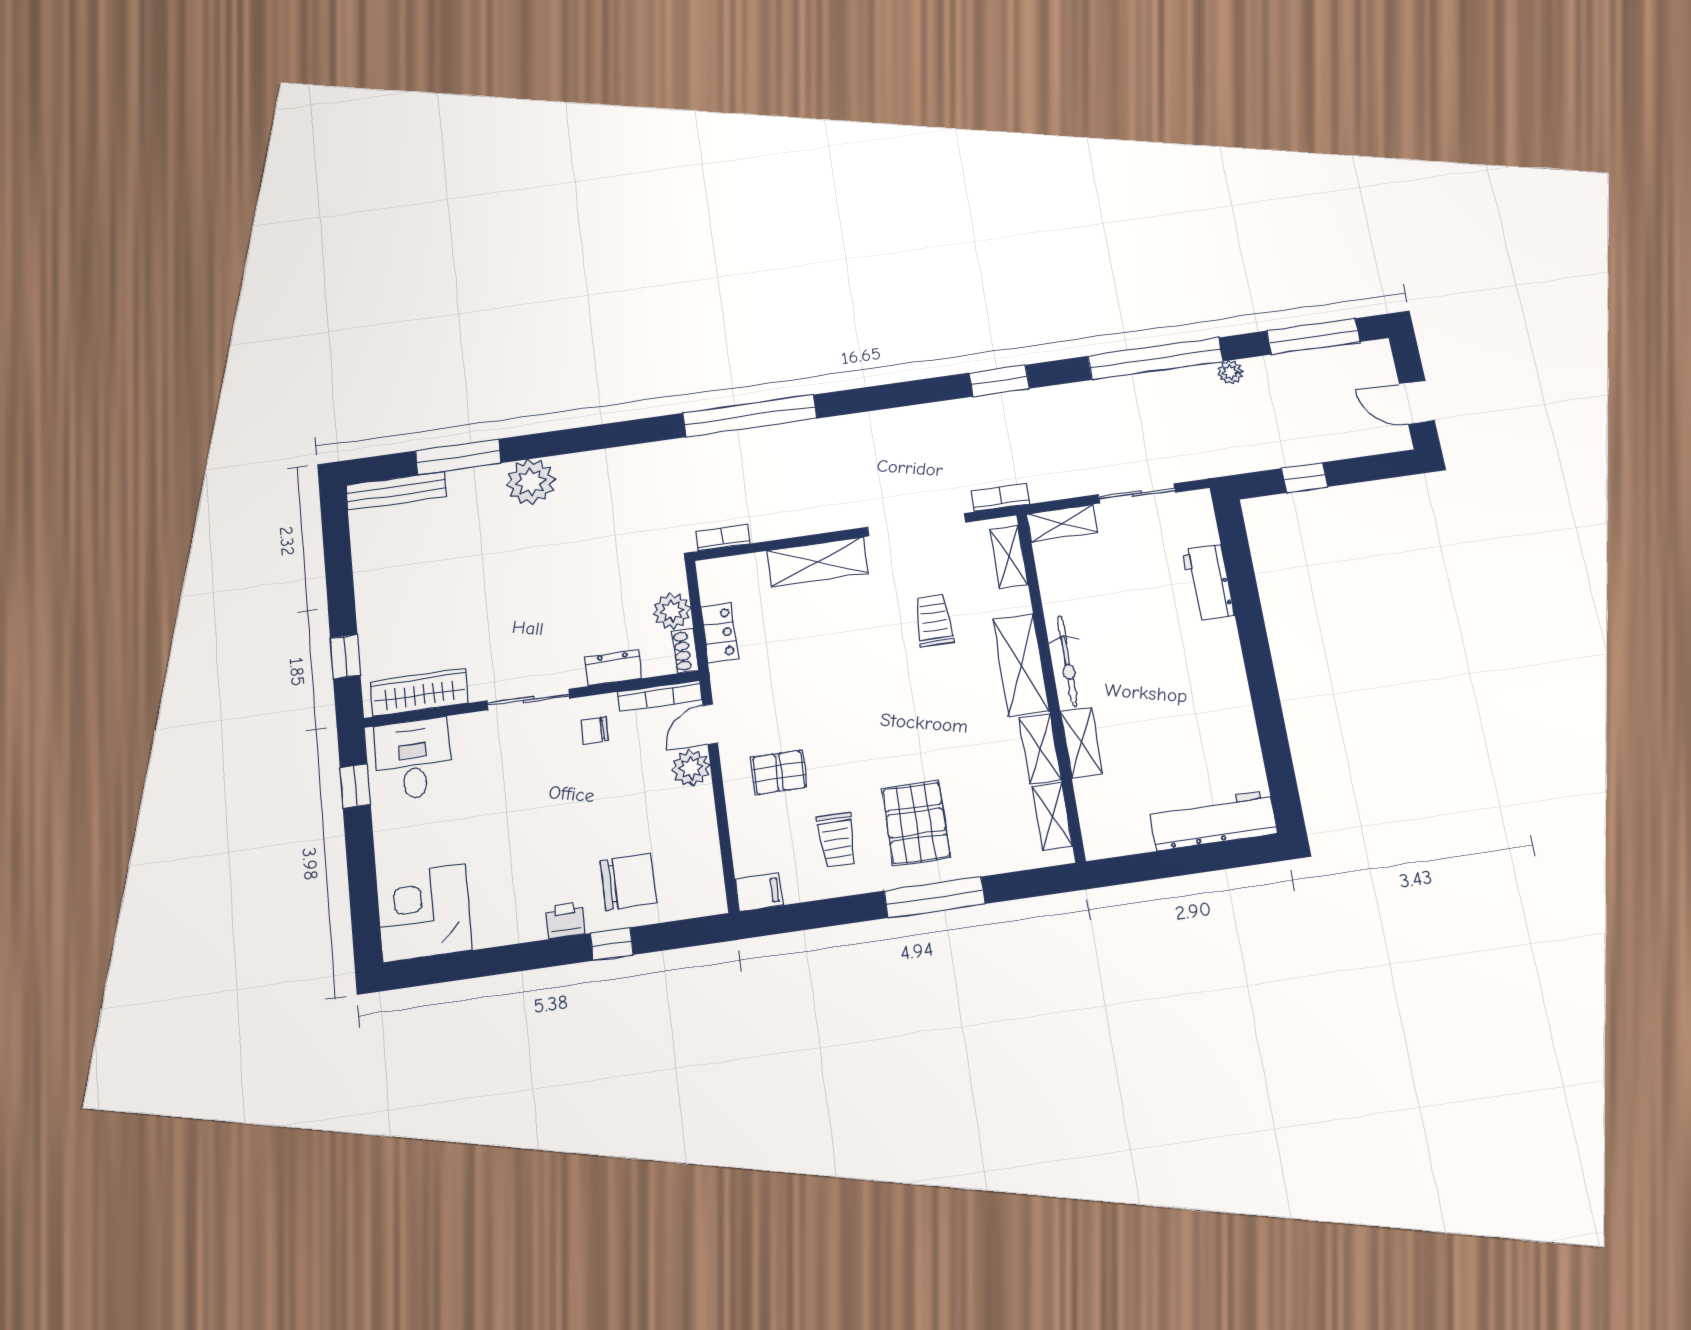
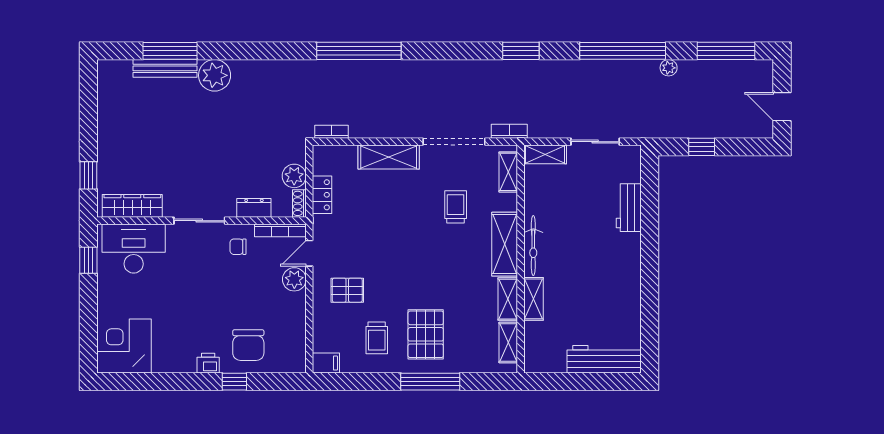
bench: (396, 491) -> (165, 68), moved
desk: (413, 759) -> (134, 248), width x1.37
chair: (628, 882) -> (248, 345), turned 90

